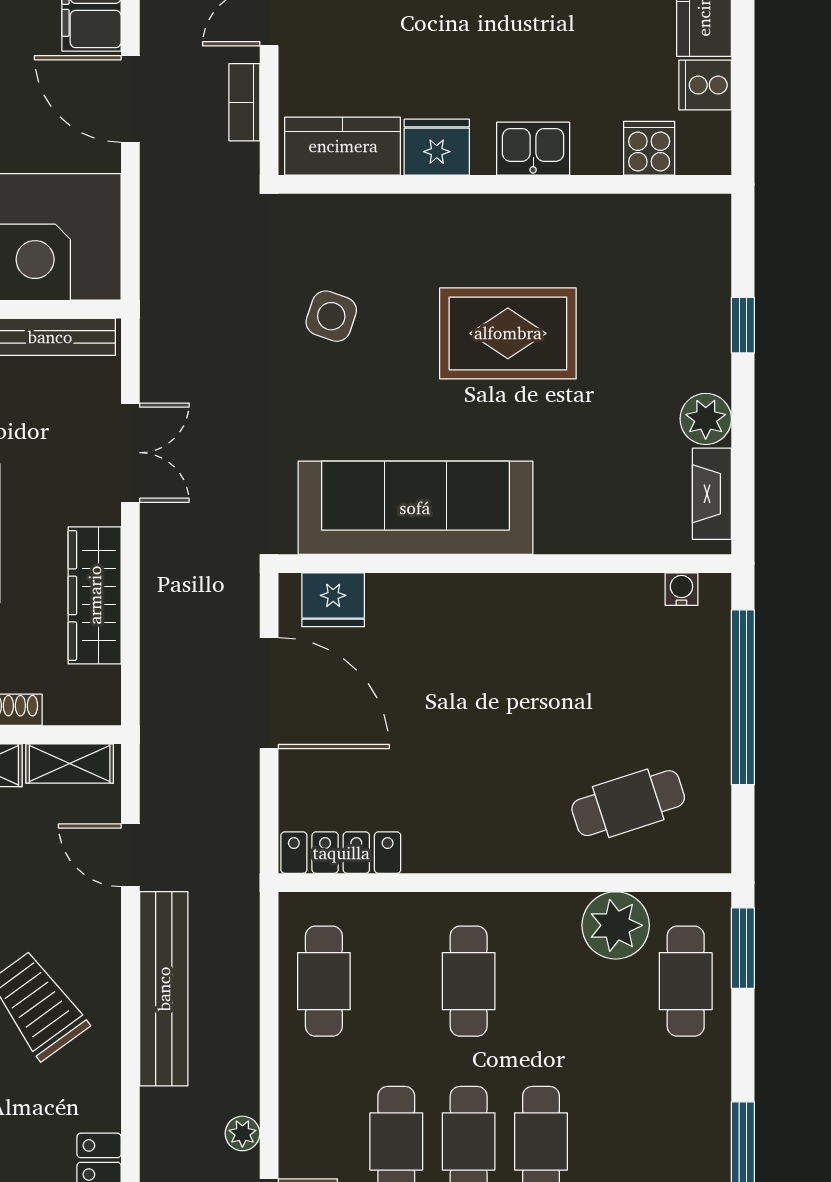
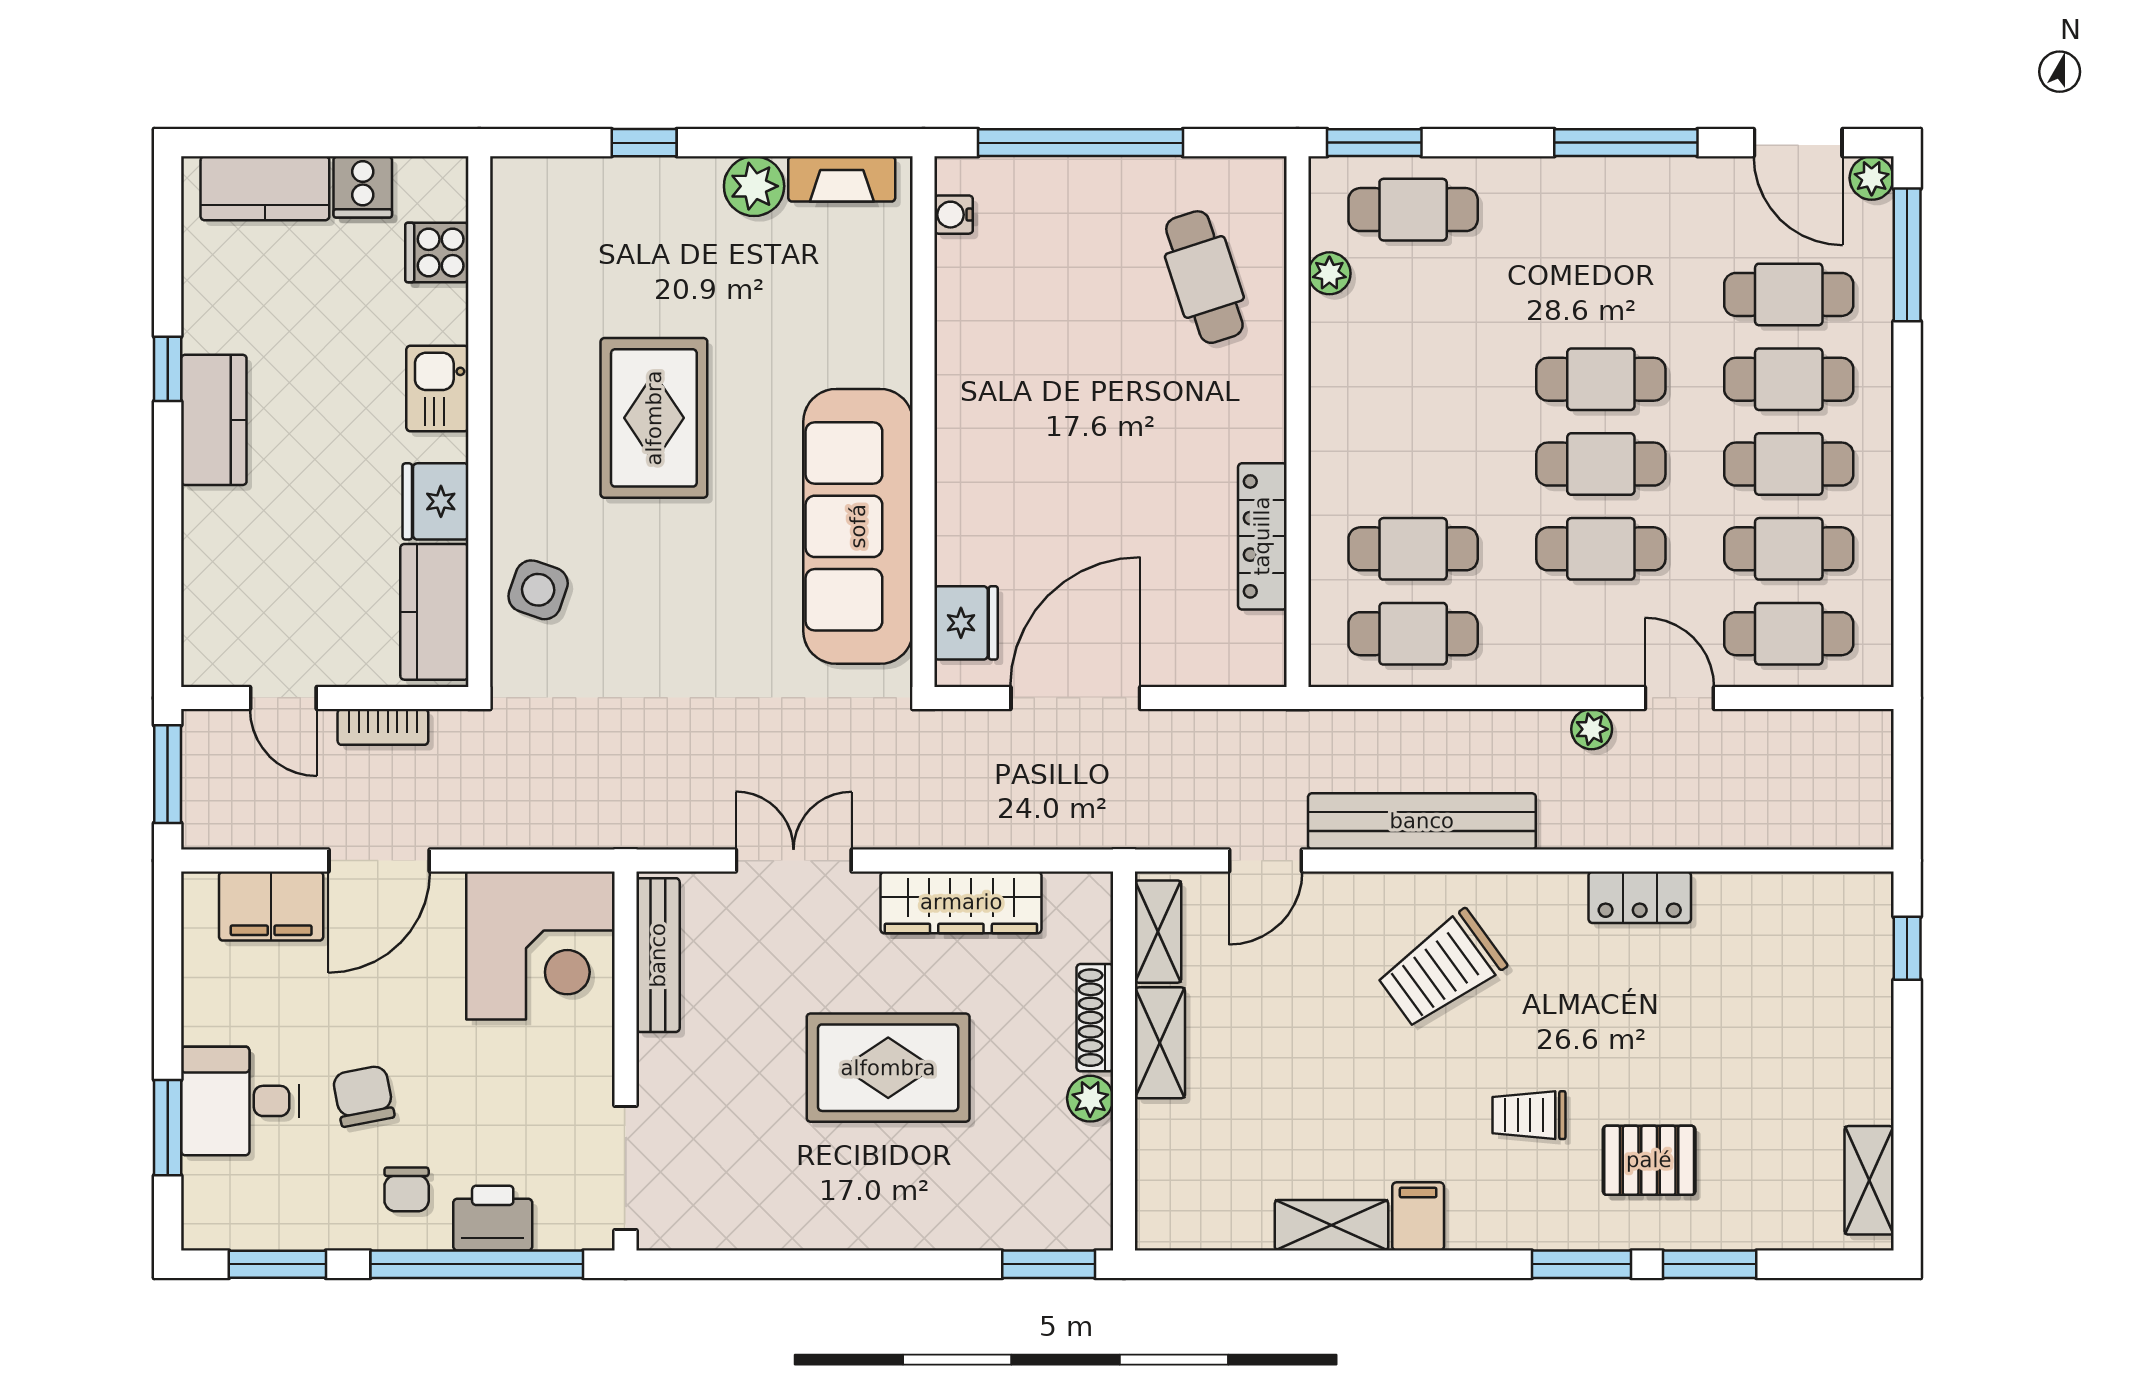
side table: (331, 316) -> (538, 590), moved
locker: (341, 853) -> (1262, 536), moved
plant: (616, 925) -> (1329, 273), width x0.53, depth x0.53
cafe table: (469, 981) -> (1413, 549), moved

